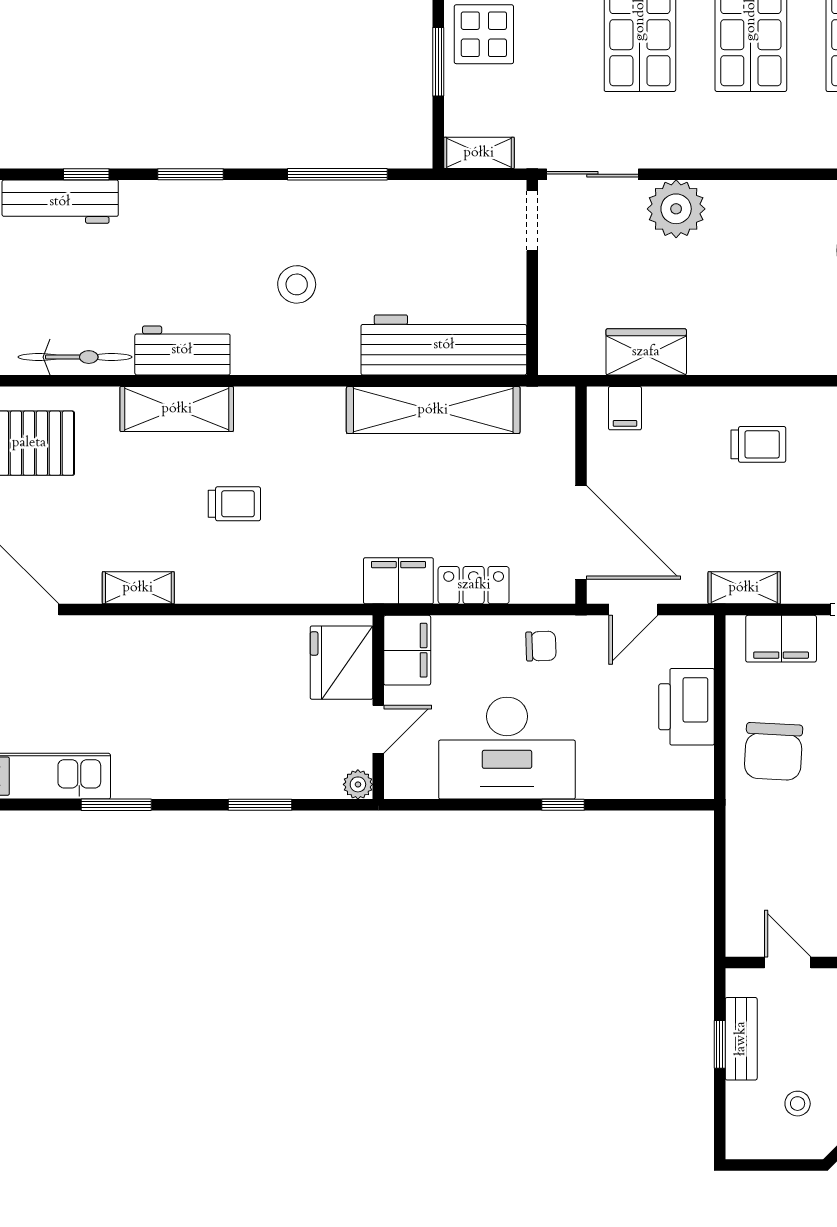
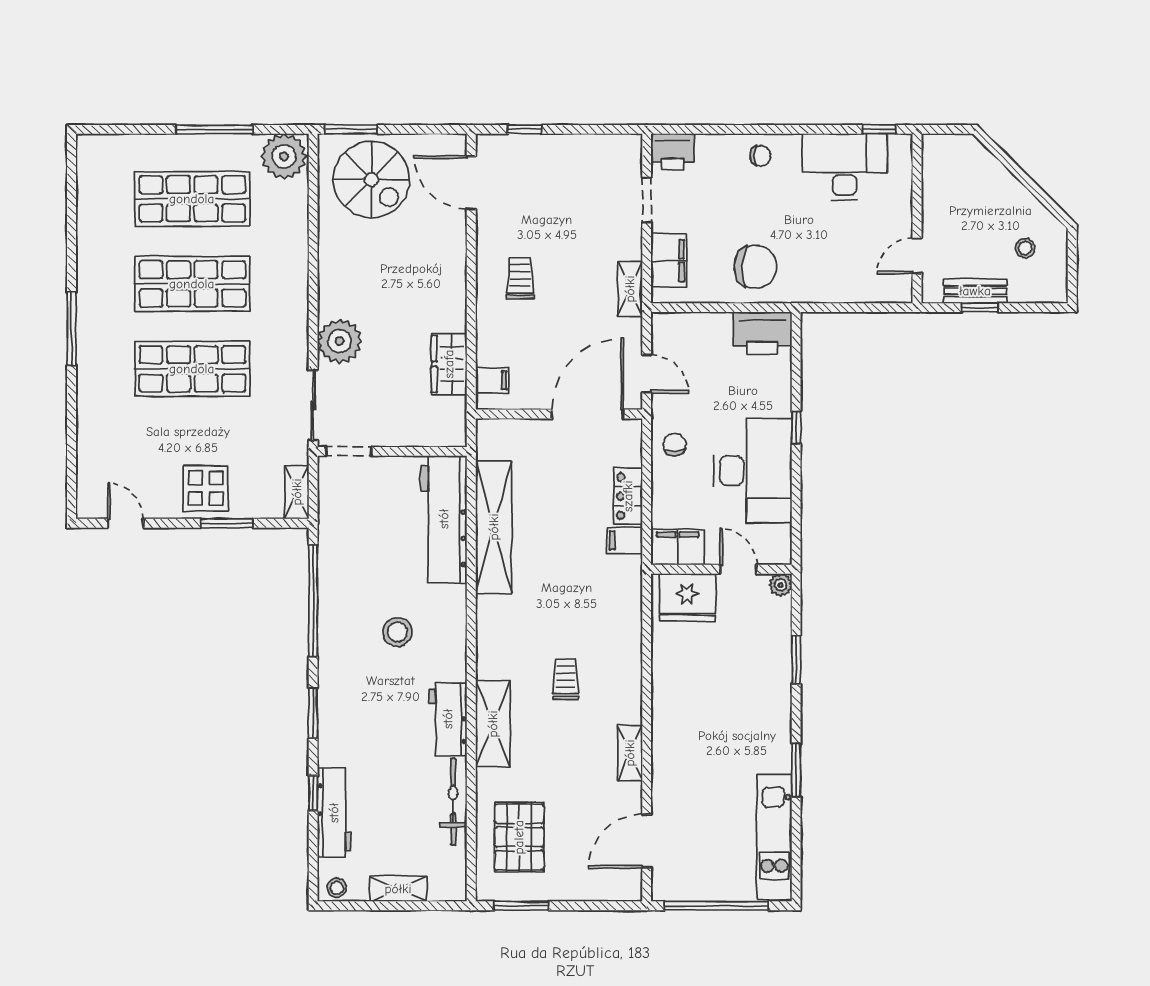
window: (337, 174) -> (313, 601), width x1.46
filing cabinet: (398, 581) -> (625, 541), width x0.50
printer: (687, 707) -> (762, 333), moved

